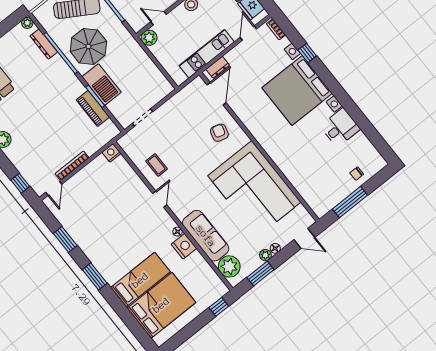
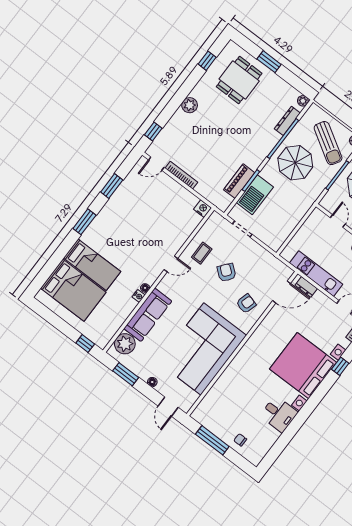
plant: (149, 38) -> (317, 217), removed
barbecue: (102, 85) -> (255, 195), moved
armchair: (183, 145) -> (226, 272), added
nightstand: (184, 246) -> (139, 296), width x0.53, depth x0.56
plant: (265, 255) -> (144, 375), removed

